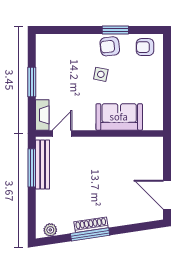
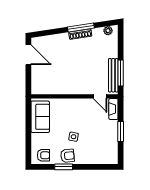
sofa: (119, 117) -> (40, 117), moved, turned -90
door: (62, 133) -> (100, 96), hinge flipped

